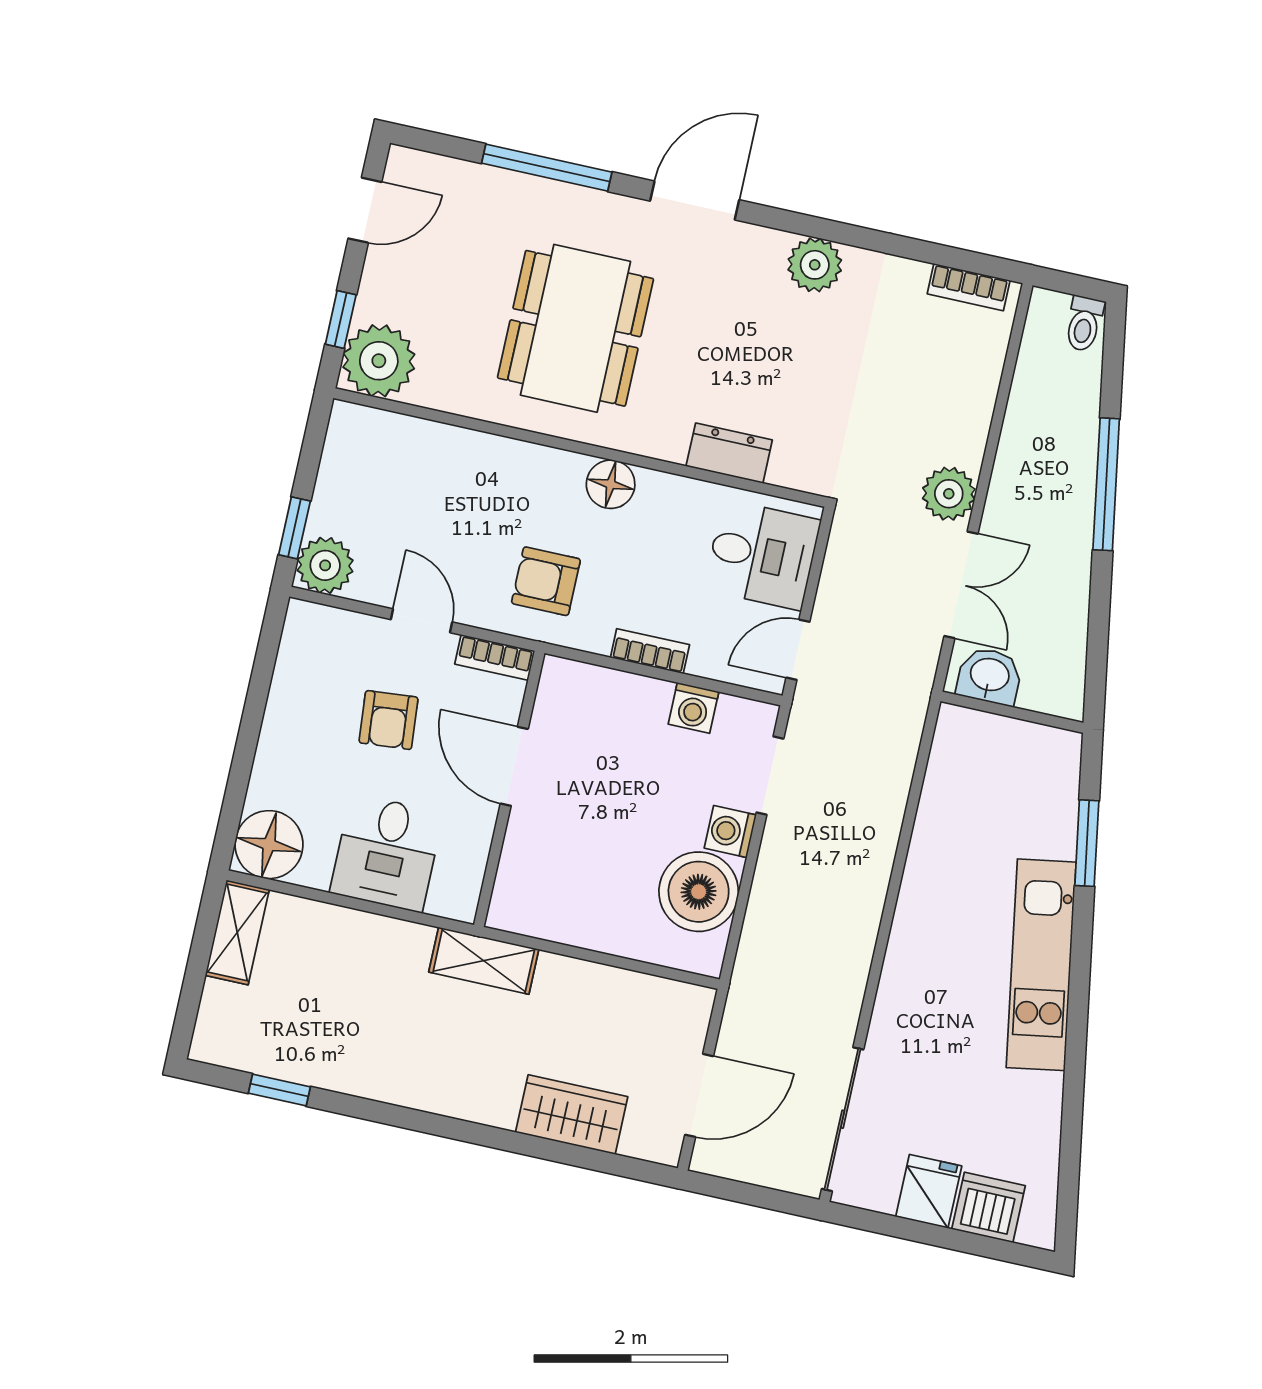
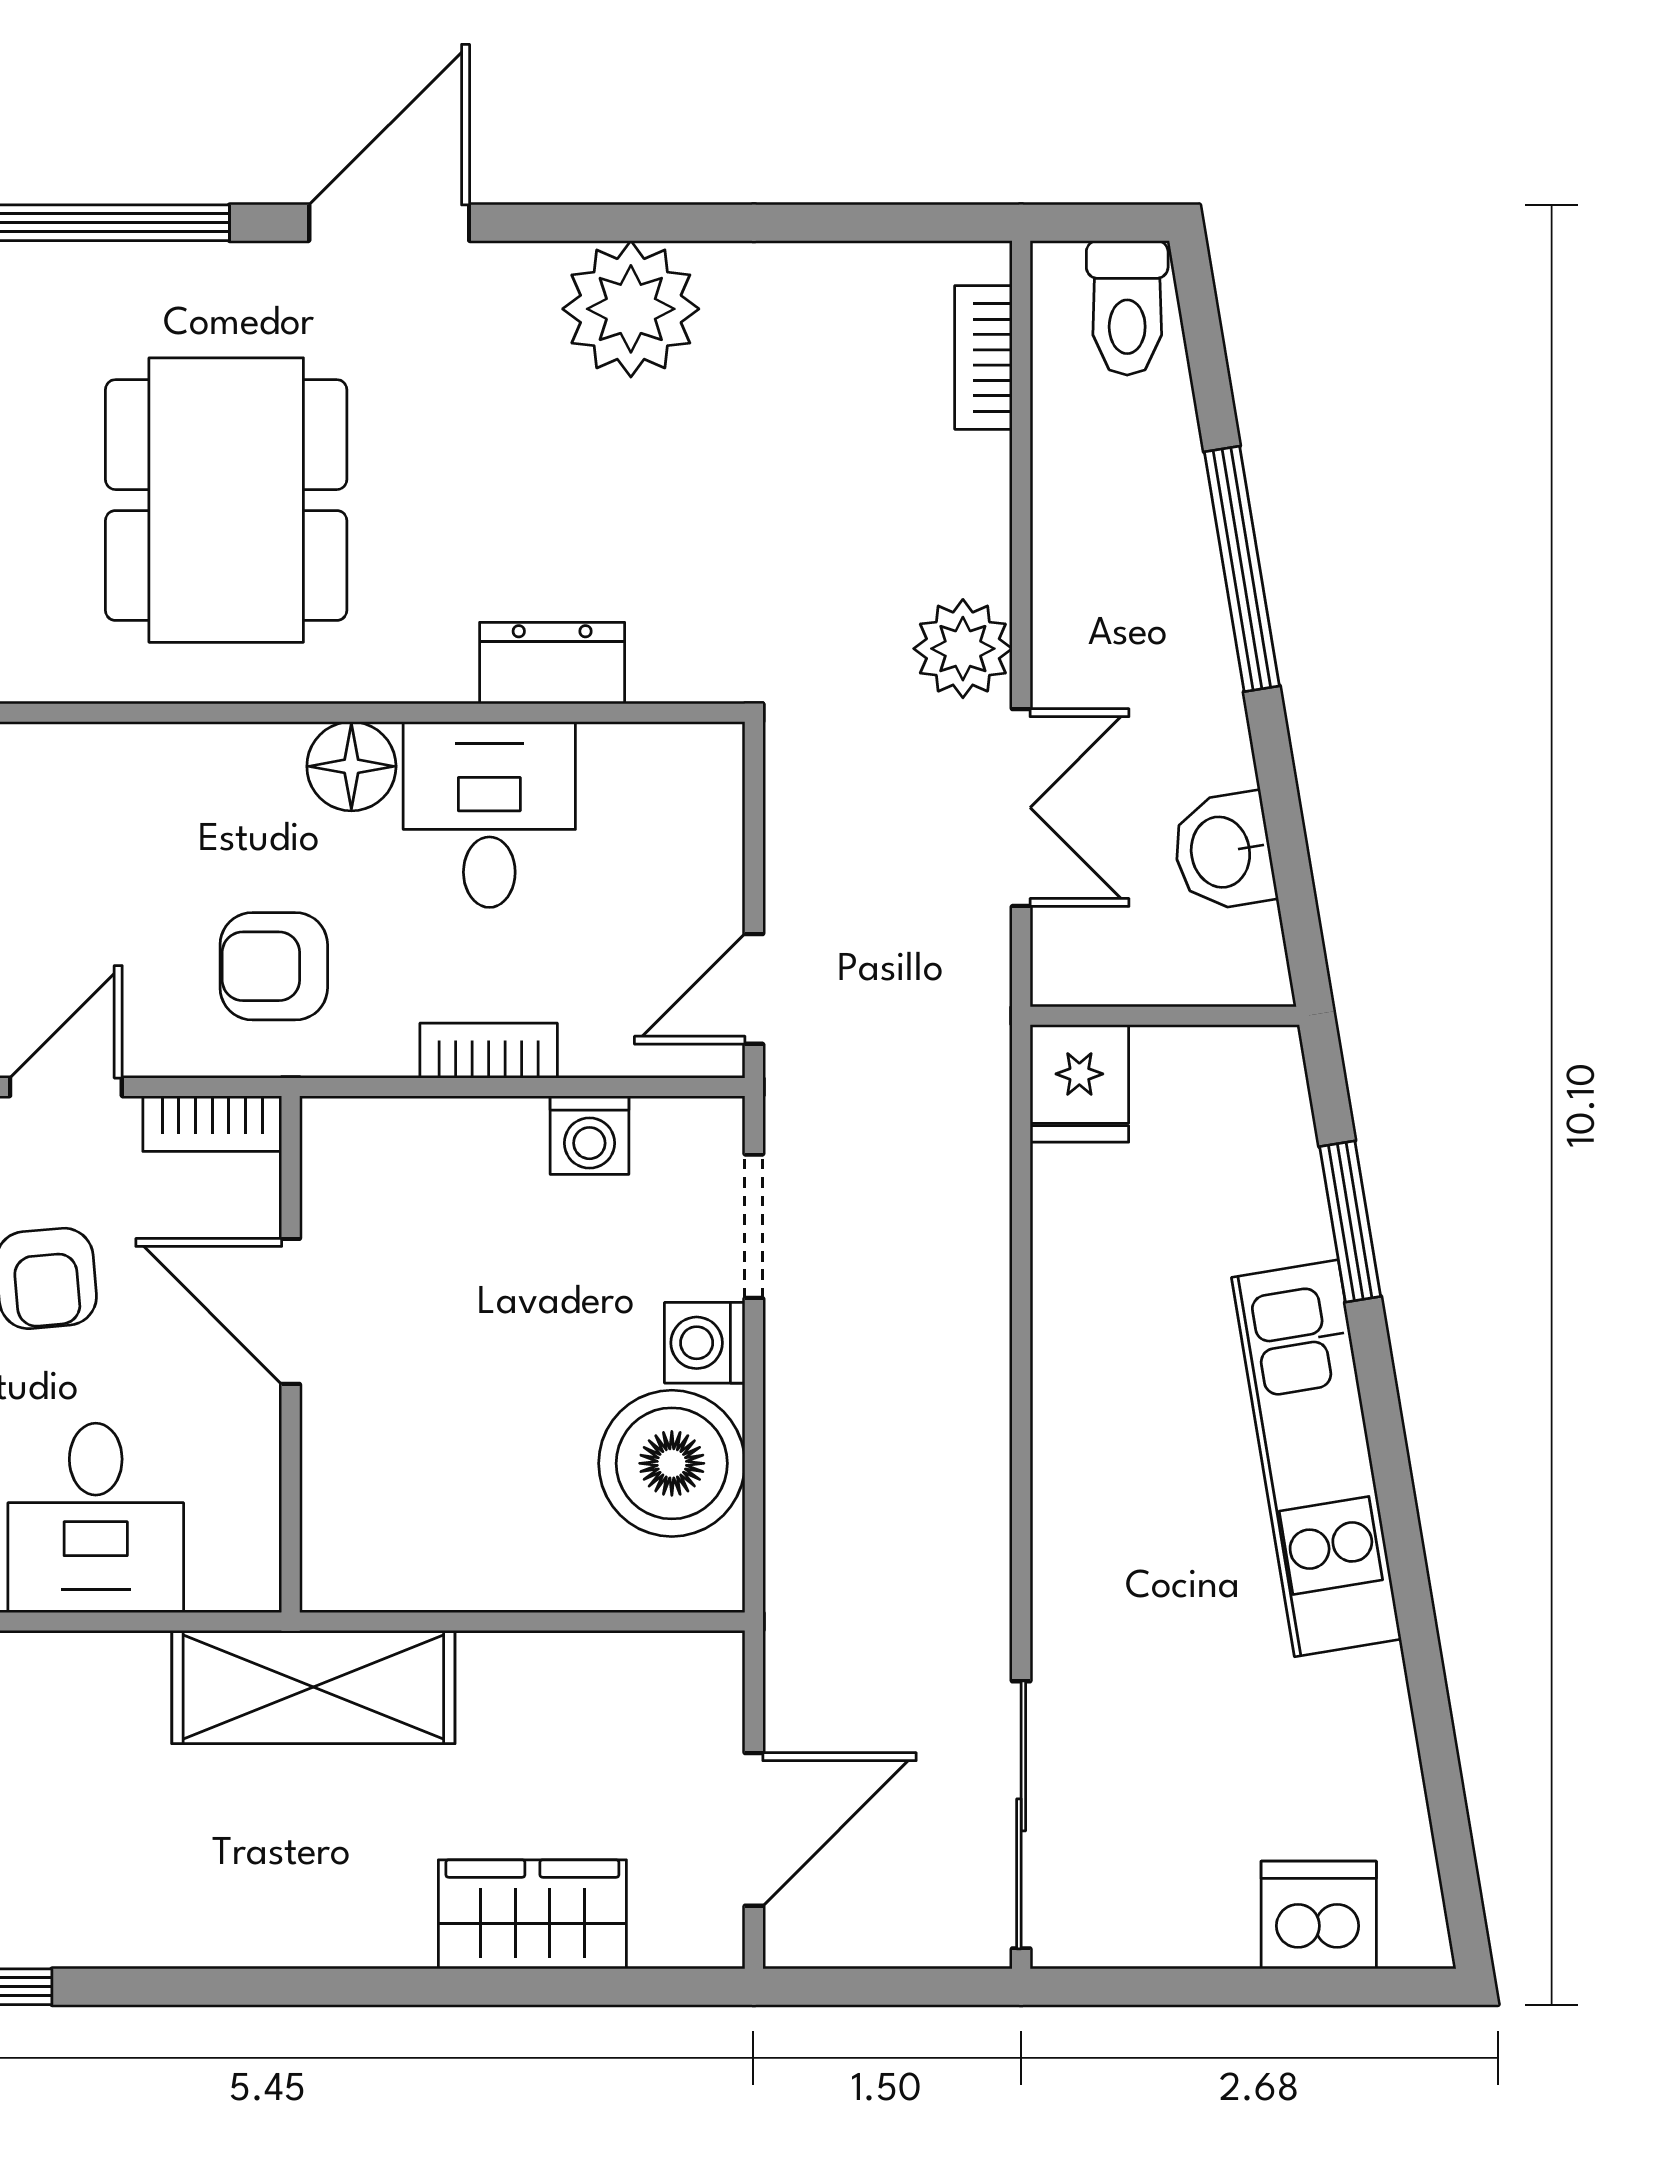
plant: (815, 265) -> (631, 309), width x1.36, depth x1.36
bookcase: (969, 287) -> (983, 357), moved, turned 90
toilet: (1084, 324) -> (1127, 308), width x1.37, depth x1.39
desk: (762, 555) -> (489, 815), moved, turned -90
door: (421, 621) -> (66, 1087), hinge flipped
washbasin: (989, 676) -> (1223, 852), moved, turned -99
shelving: (484, 961) -> (313, 1687), width x1.50, depth x1.33
fridge: (929, 1191) -> (1079, 1083), moved, turned 180

